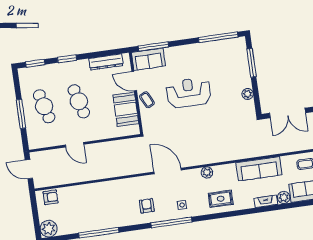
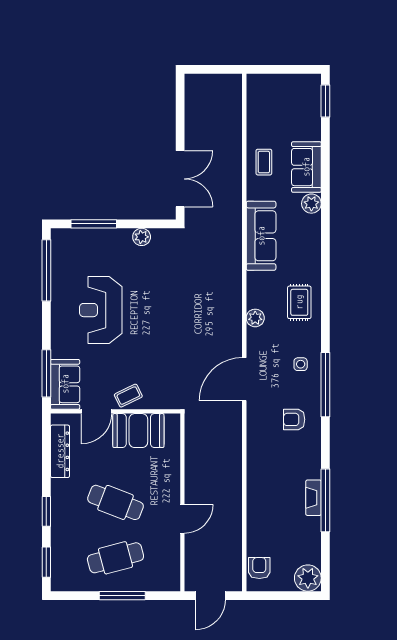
reception desk: (189, 93) -> (101, 310), moved
cafe table: (79, 101) -> (115, 502), turned 36
fireplace: (266, 201) -> (313, 498), moved

